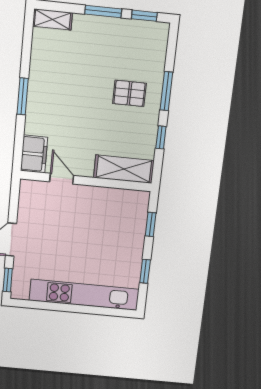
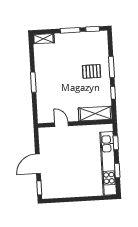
filing cabinet: (34, 154) -> (44, 113), removed
kitchen unit: (84, 295) -> (108, 163), moved, turned -90

